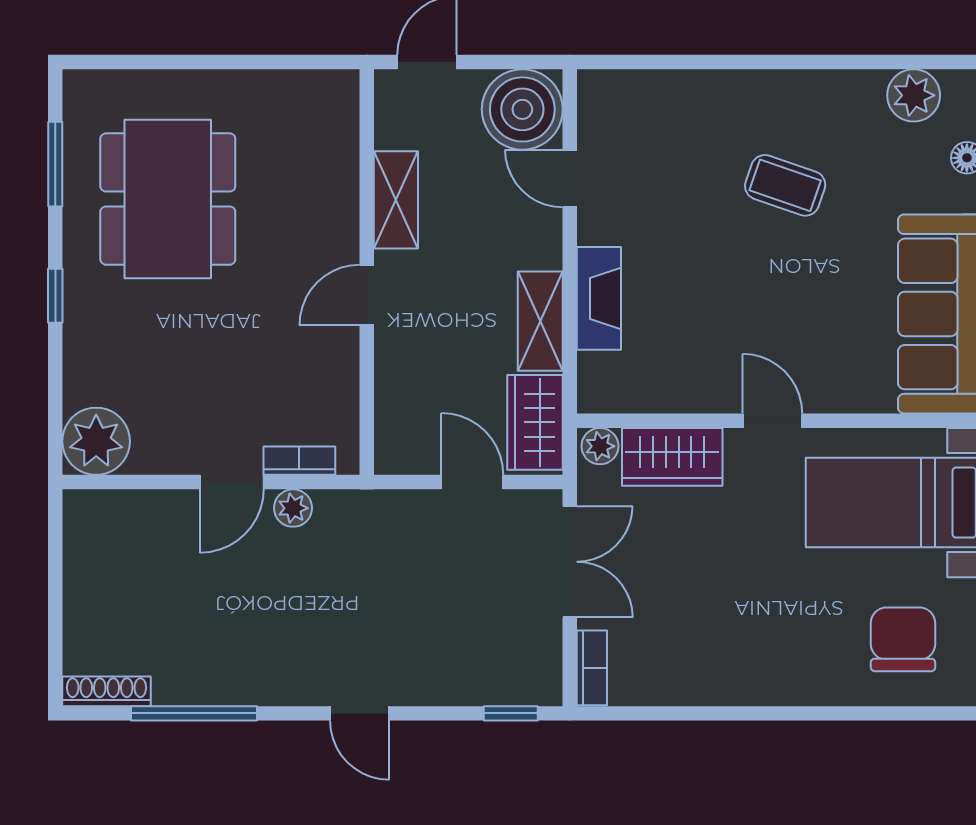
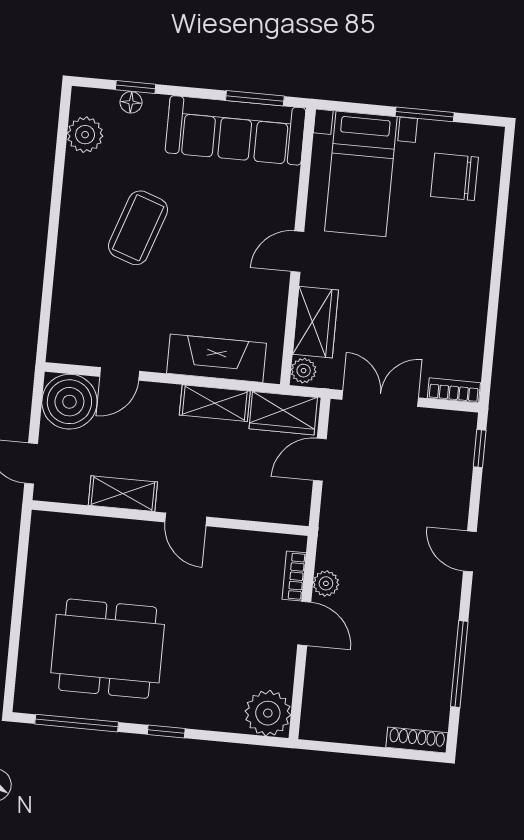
window: (55, 164) -> (77, 723), width x1.44
coffee table: (785, 185) -> (138, 228), width x1.36, depth x1.30
fireplace: (599, 298) -> (216, 358), width x1.37, depth x1.32
shoe rack: (107, 691) -> (417, 740), moved, turned 90
door: (359, 713) -> (470, 551), swing flipped

